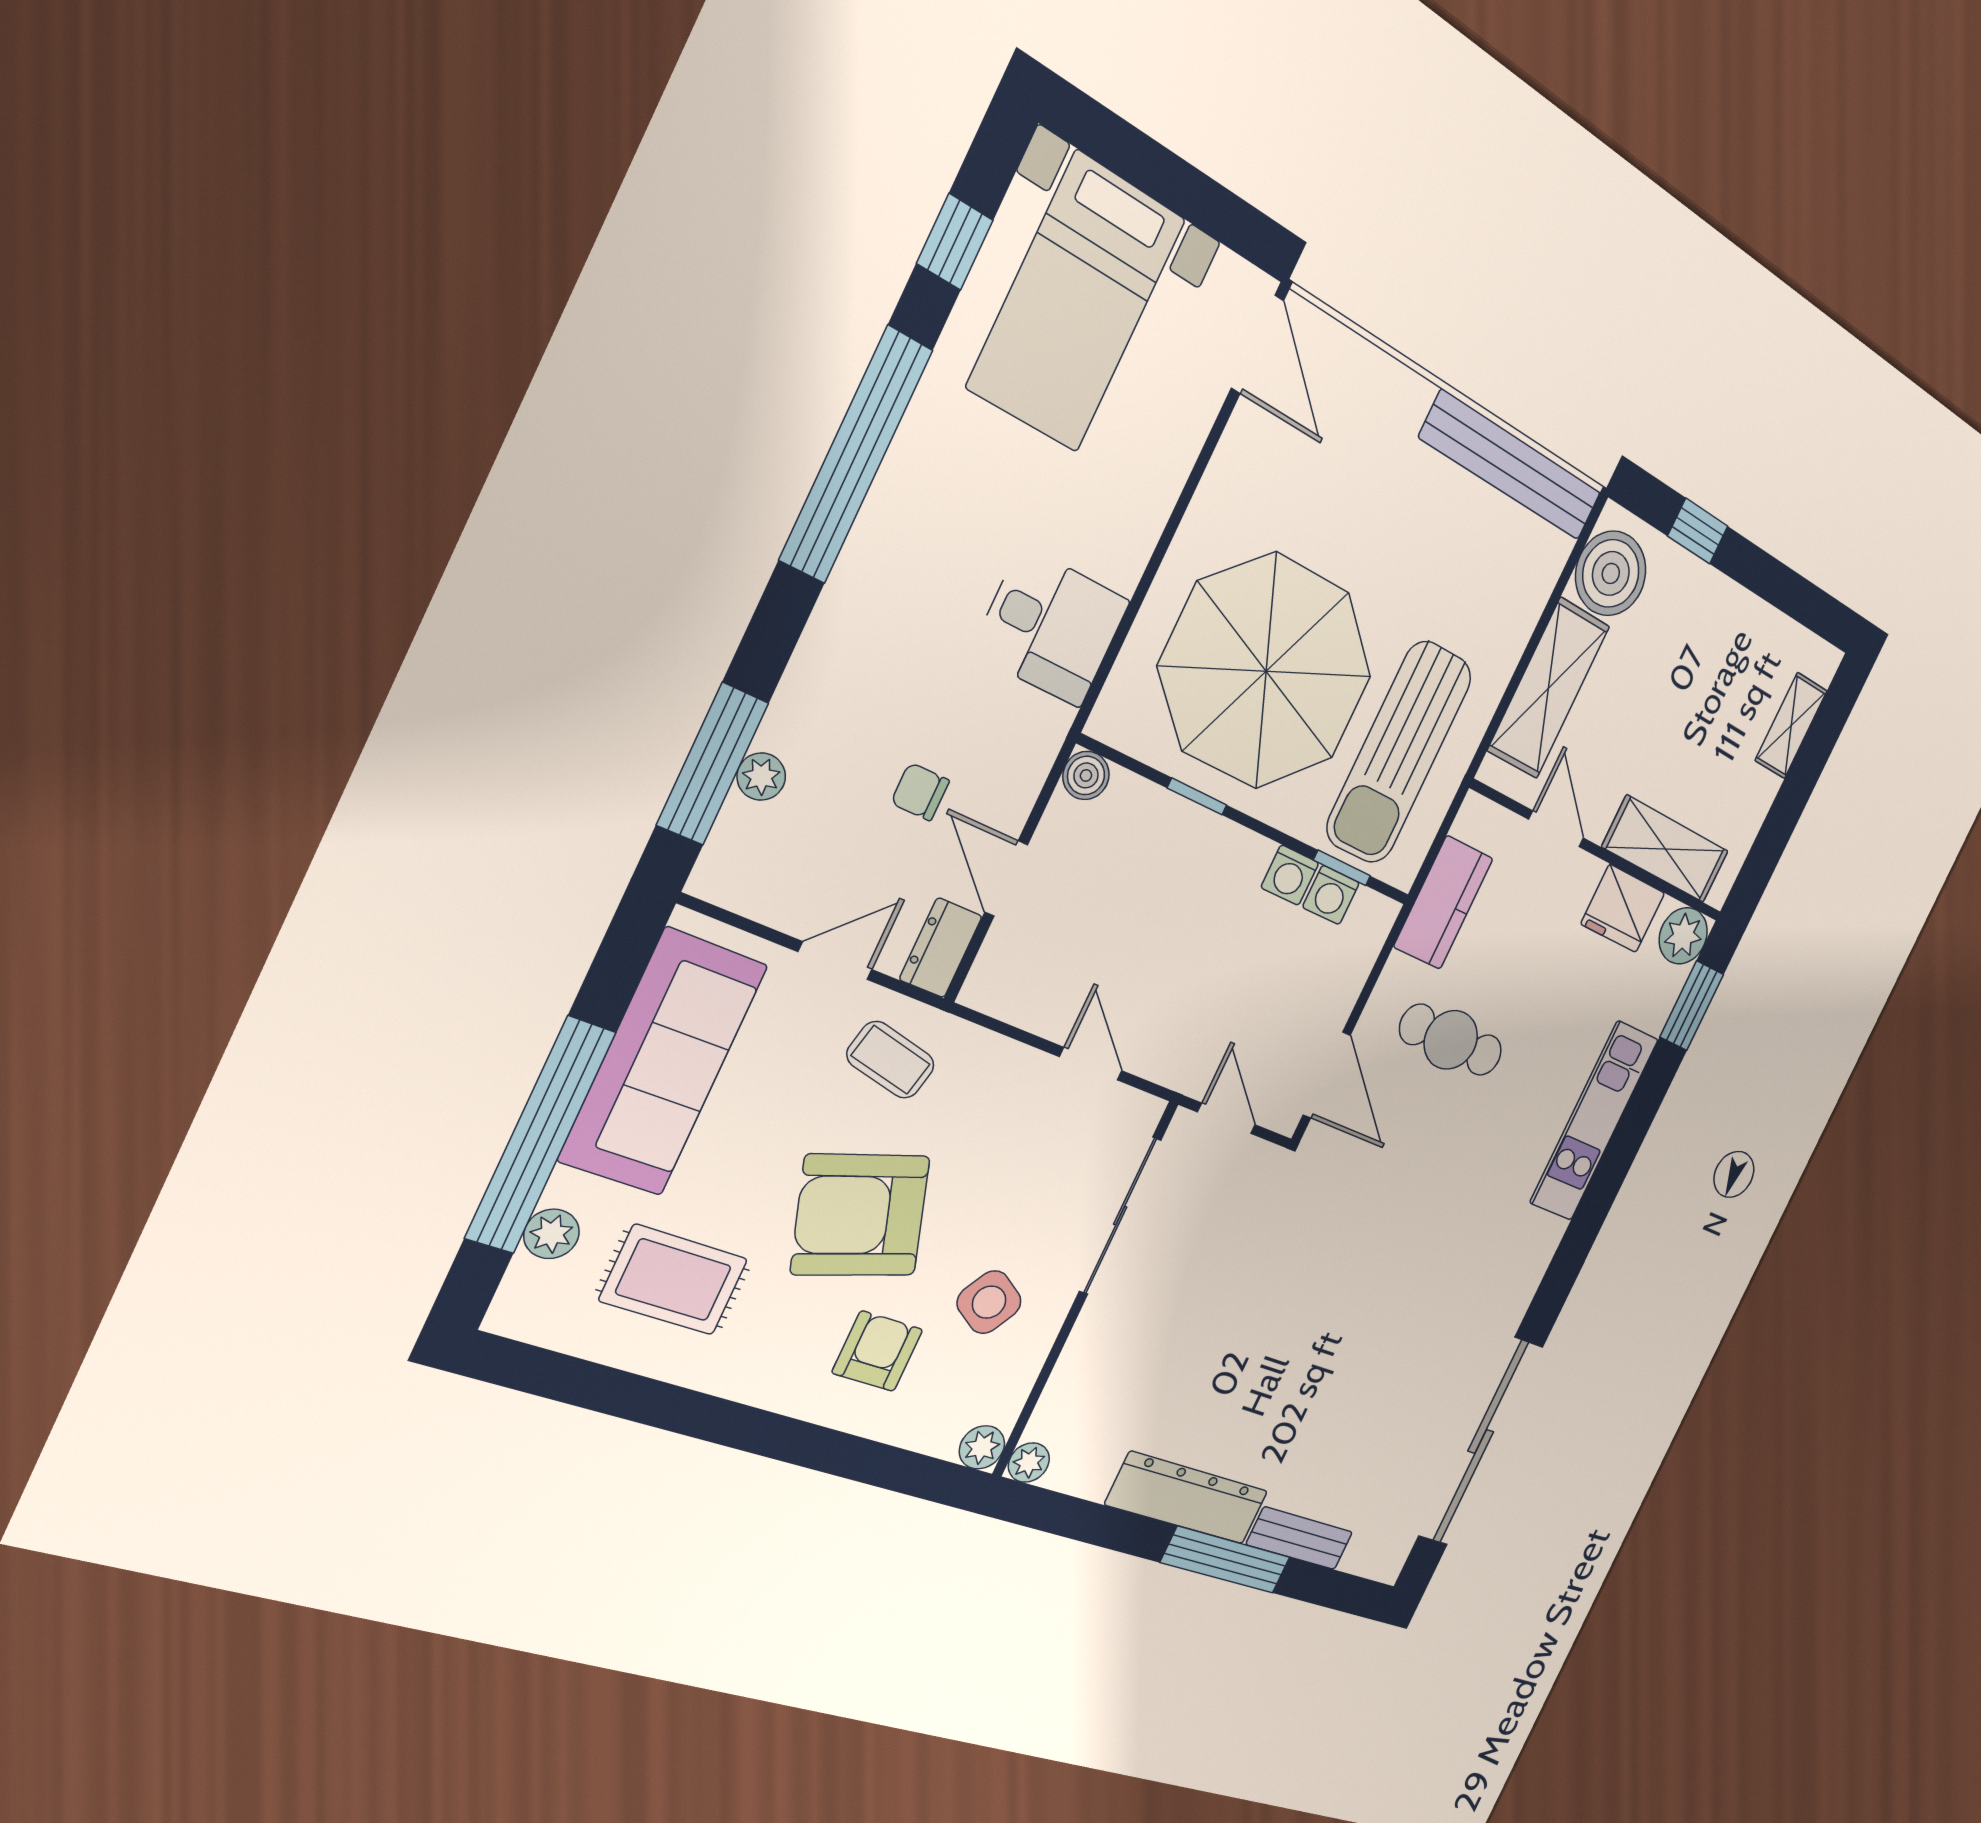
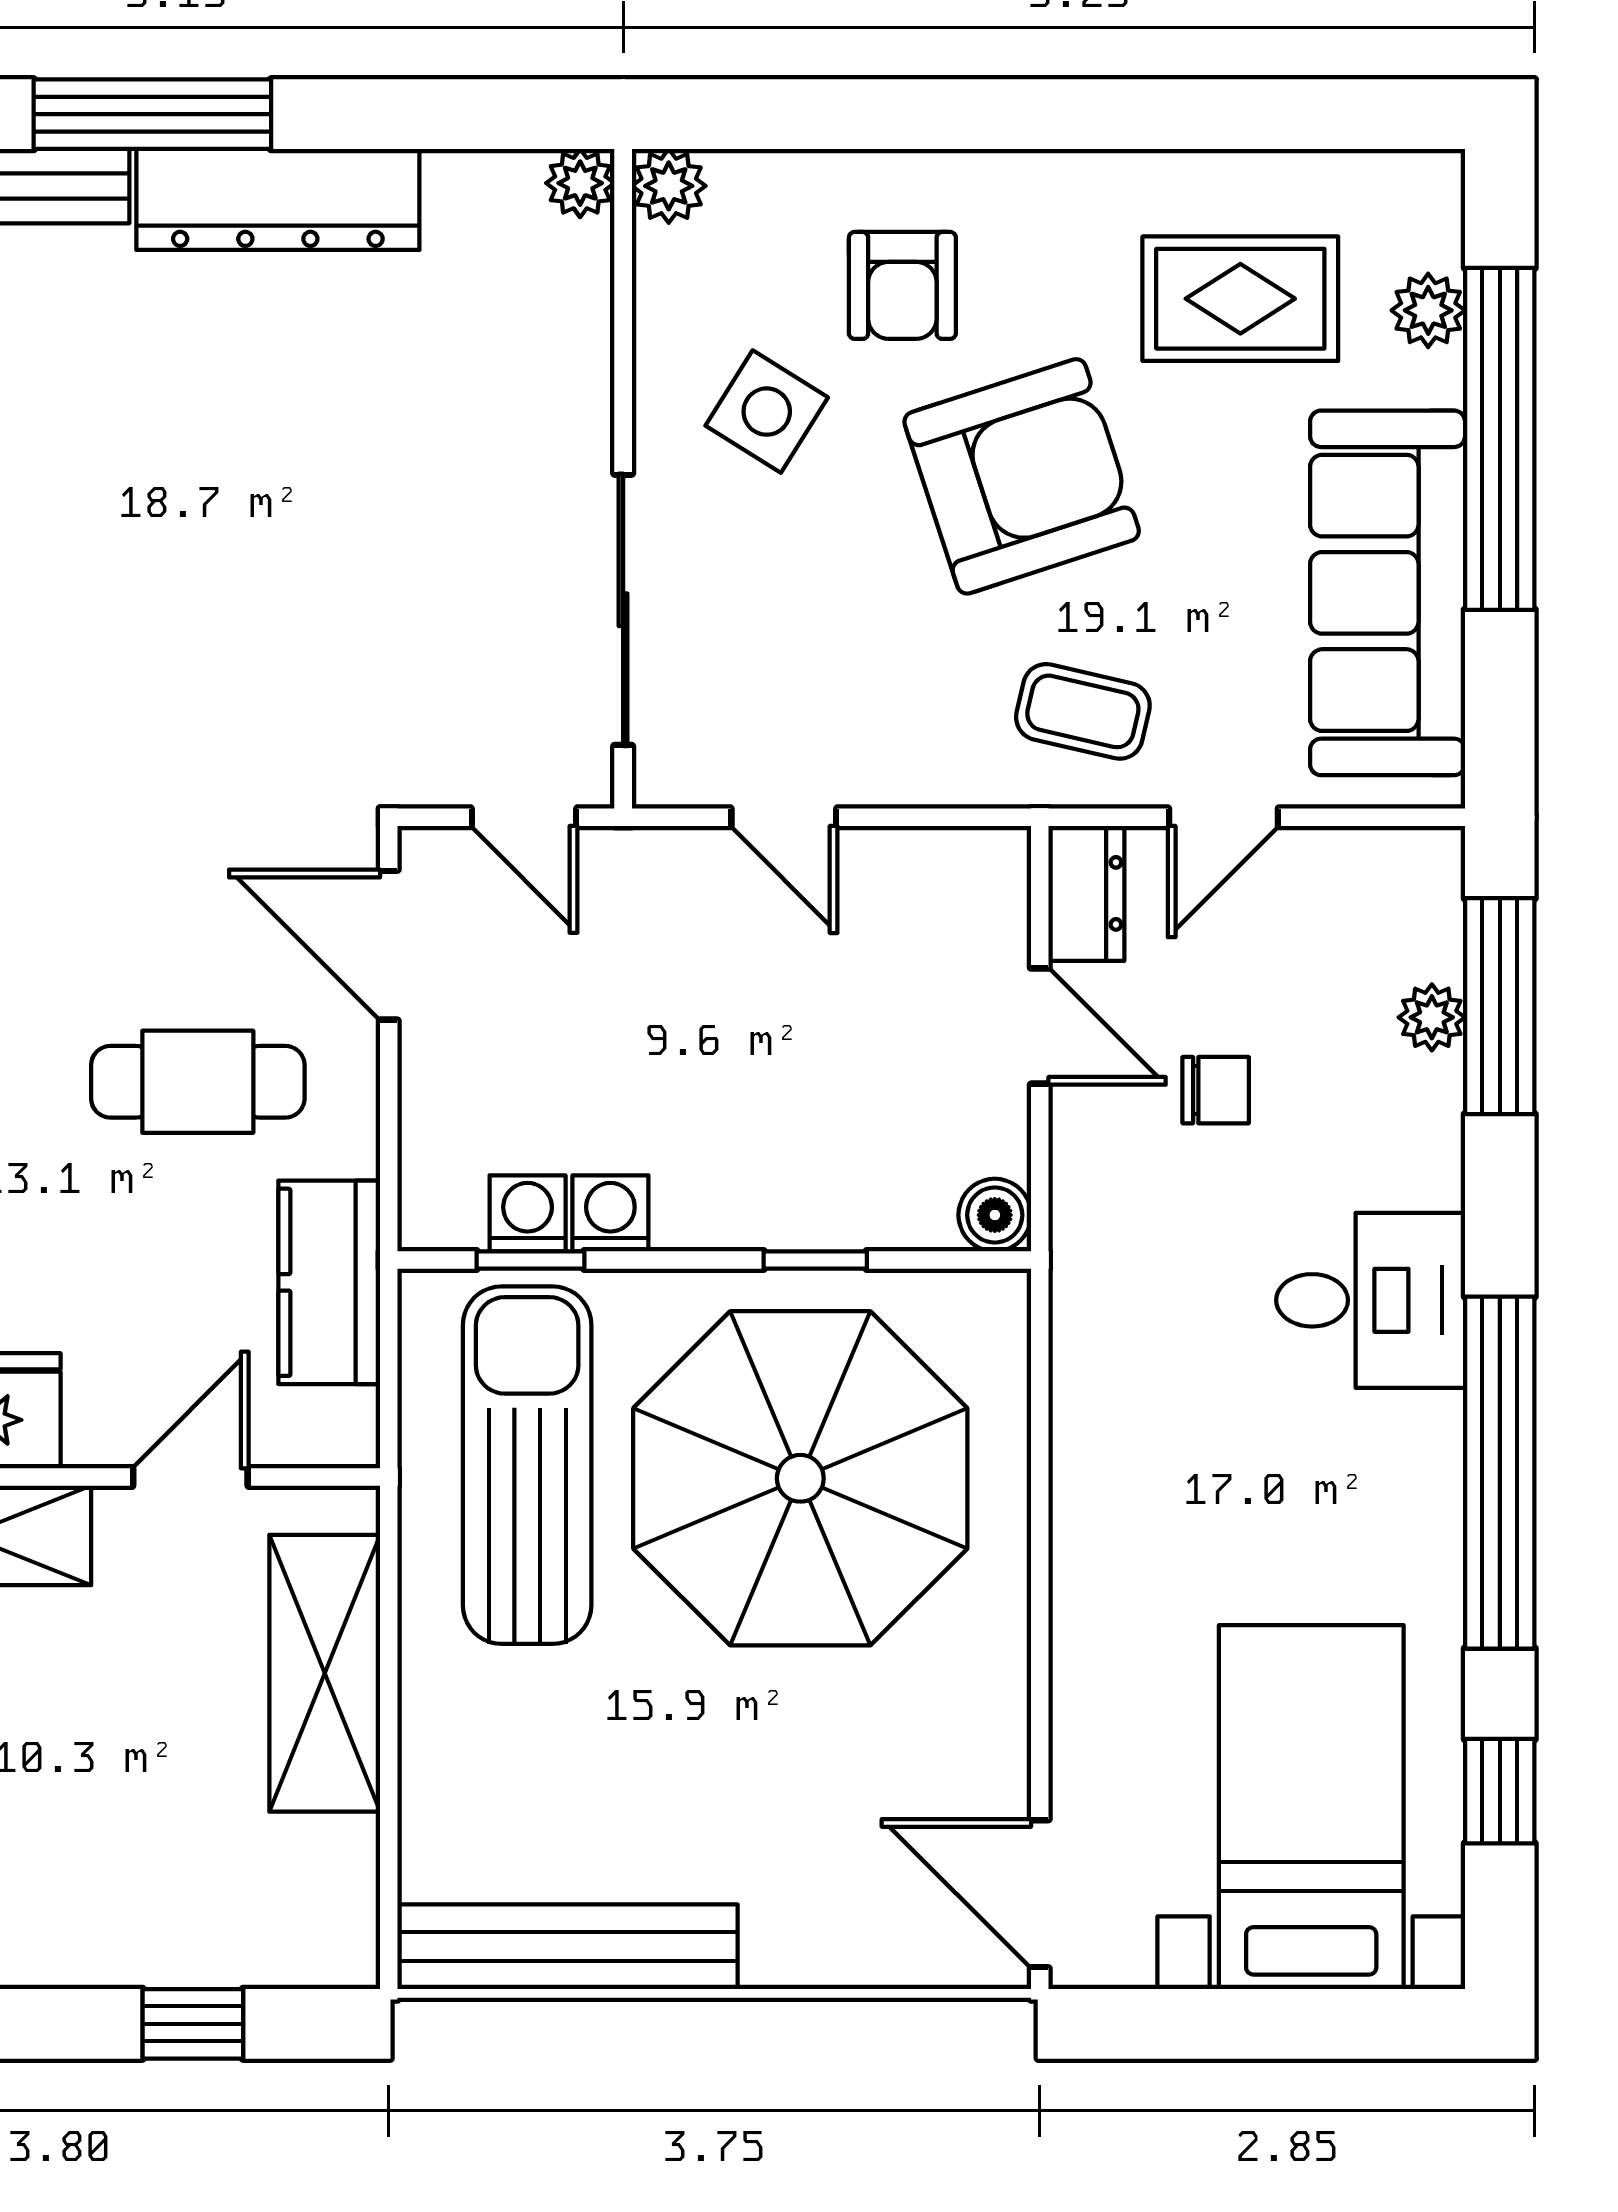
boiler: (1611, 573) -> (312, 1887), removed
desk: (1051, 627) -> (1371, 1300), moved, turned 180
door: (1556, 829) -> (190, 1477), swing flipped

